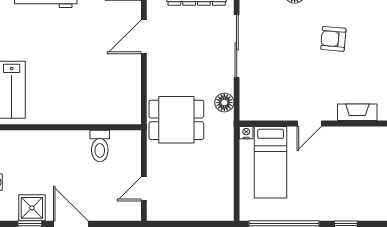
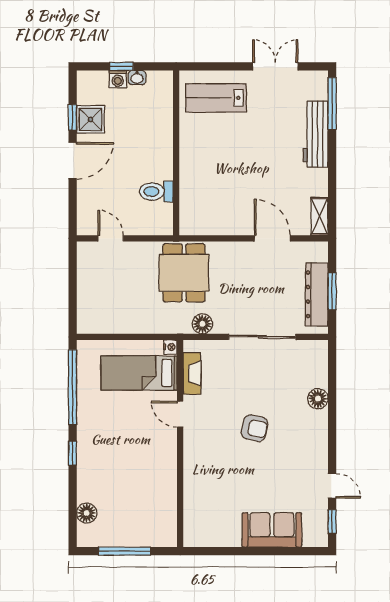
armchair: (333, 39) -> (254, 428), moved, turned 97
fireplace: (357, 112) -> (192, 373), moved

